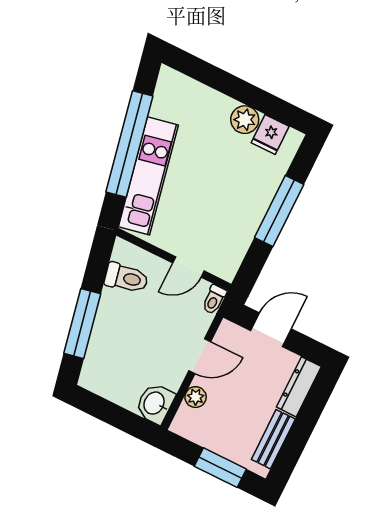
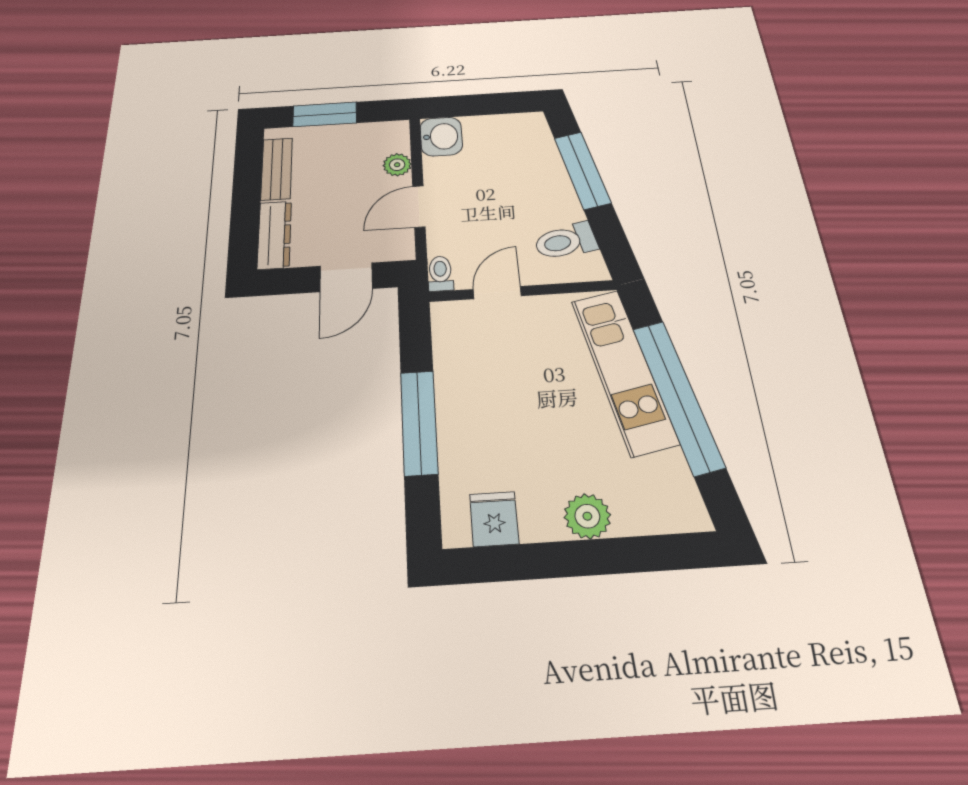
plant: (245, 120) -> (587, 516), moved

